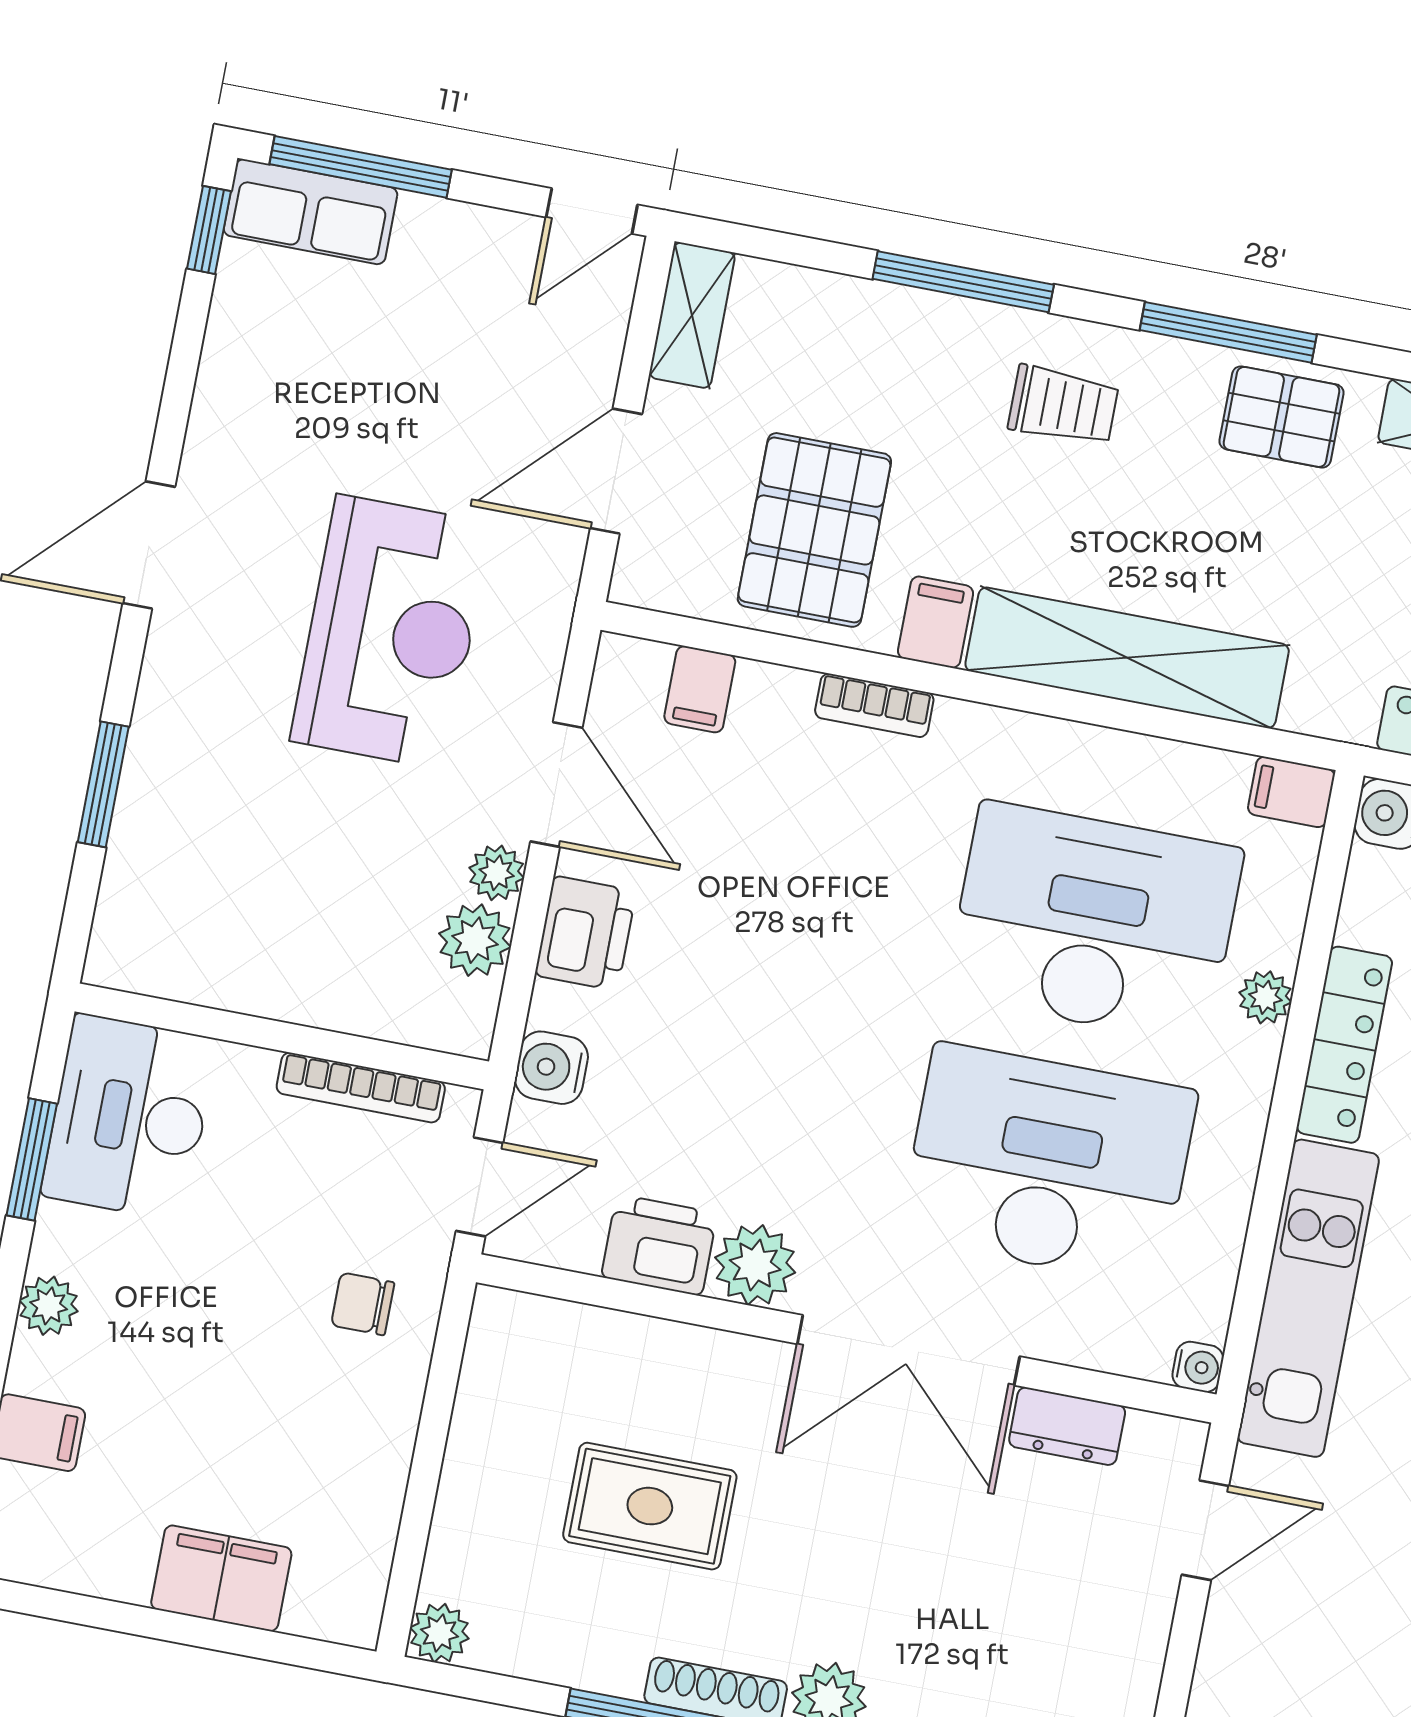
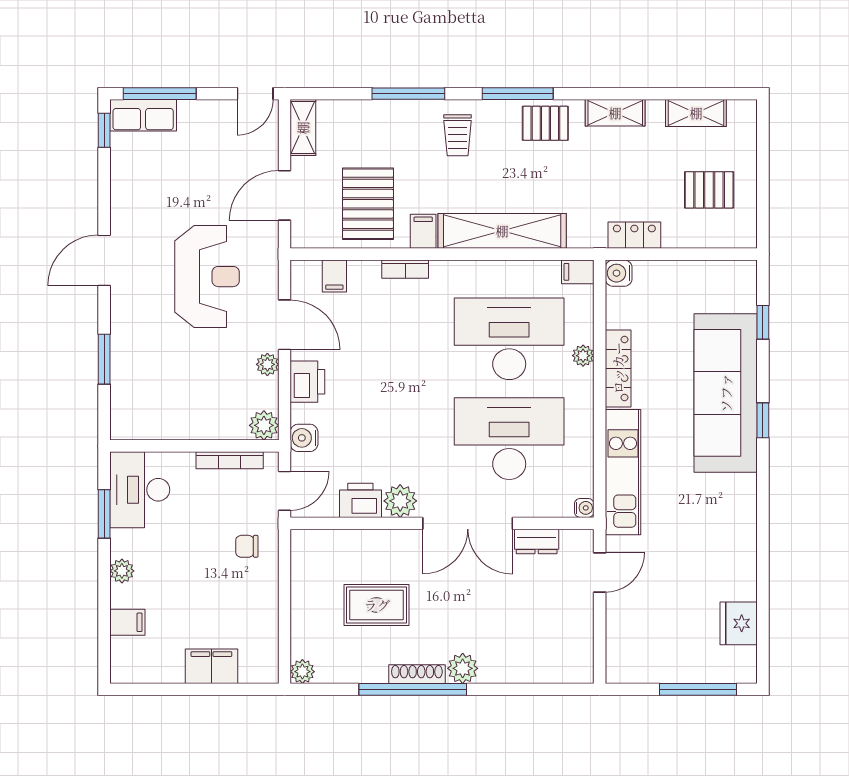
trolley: (1063, 406) -> (458, 135), turned 90
plant: (475, 940) -> (264, 425), moved

